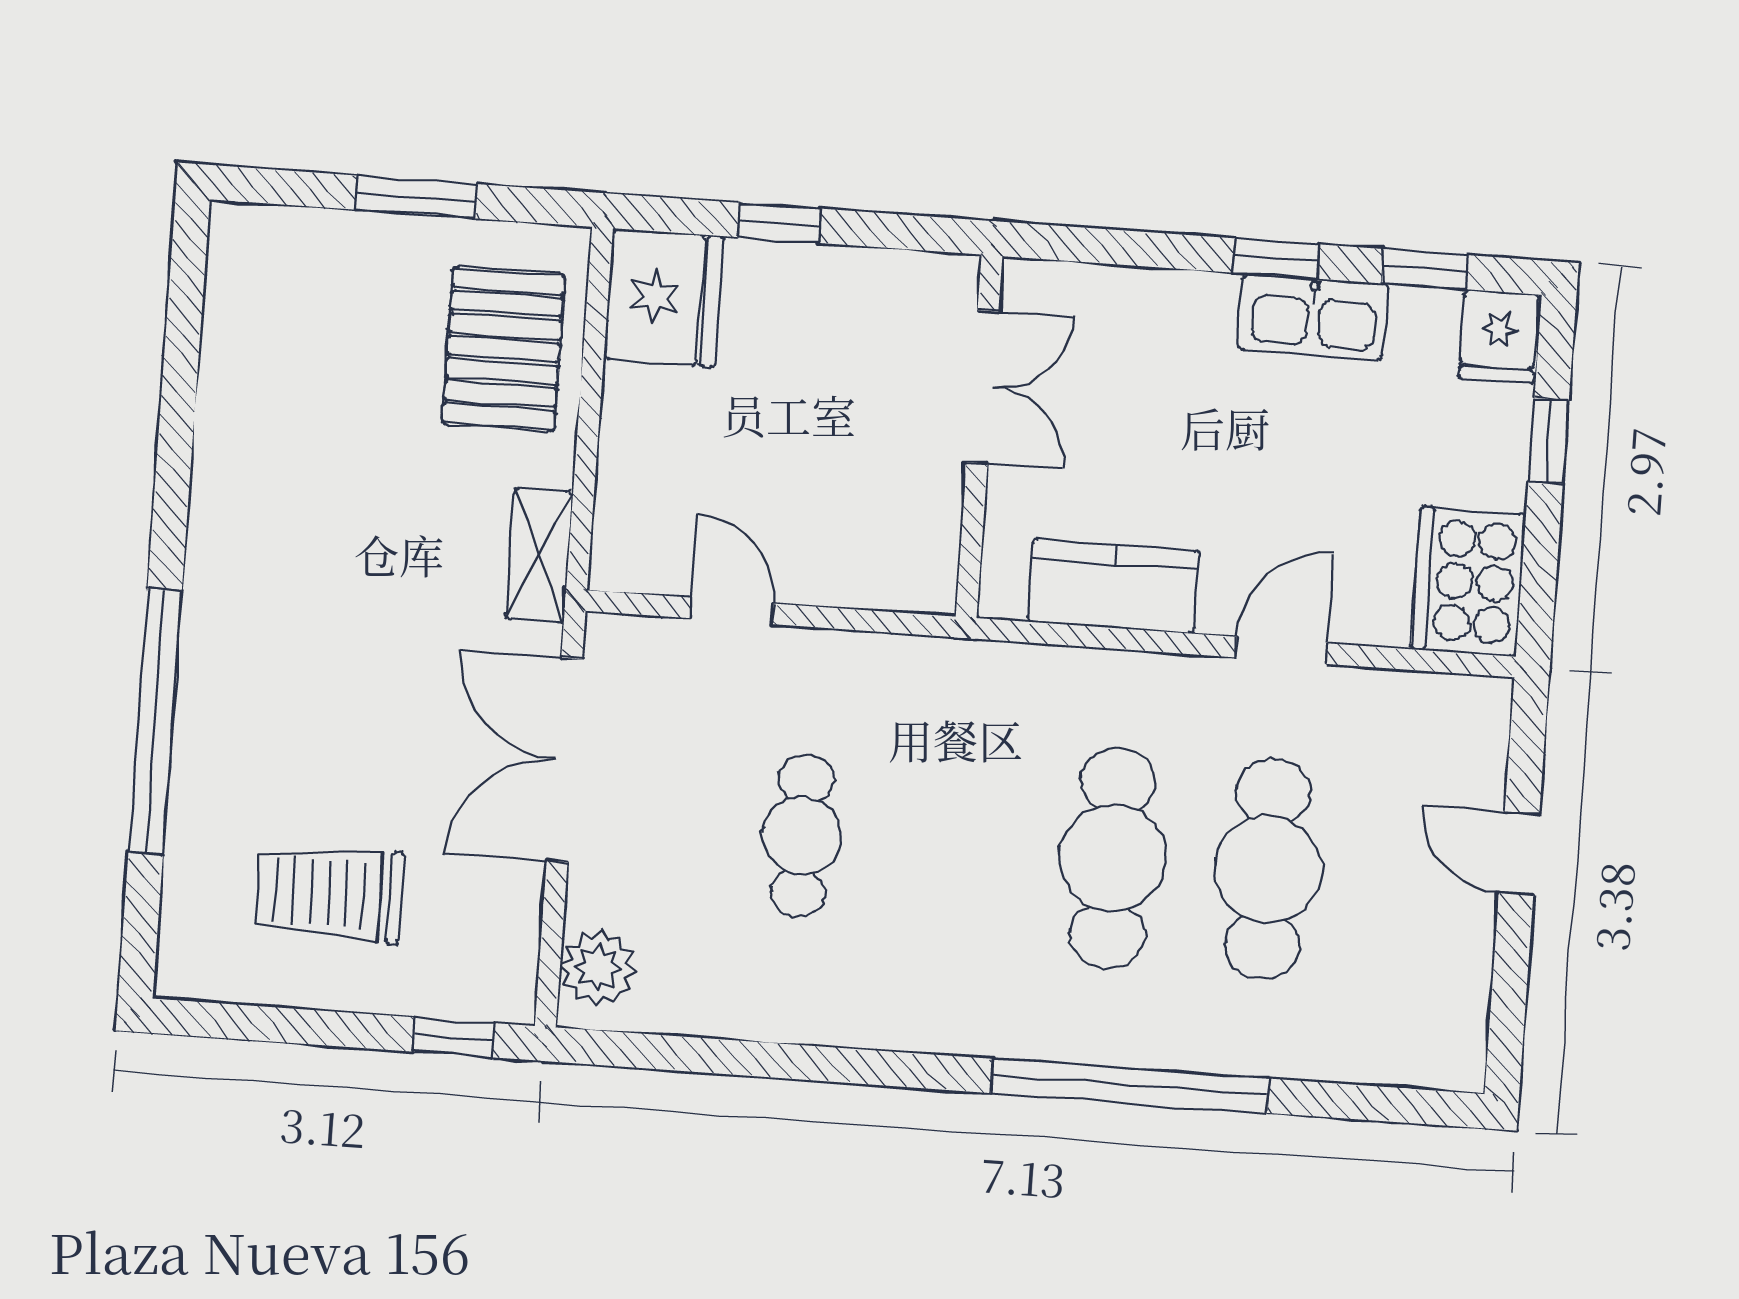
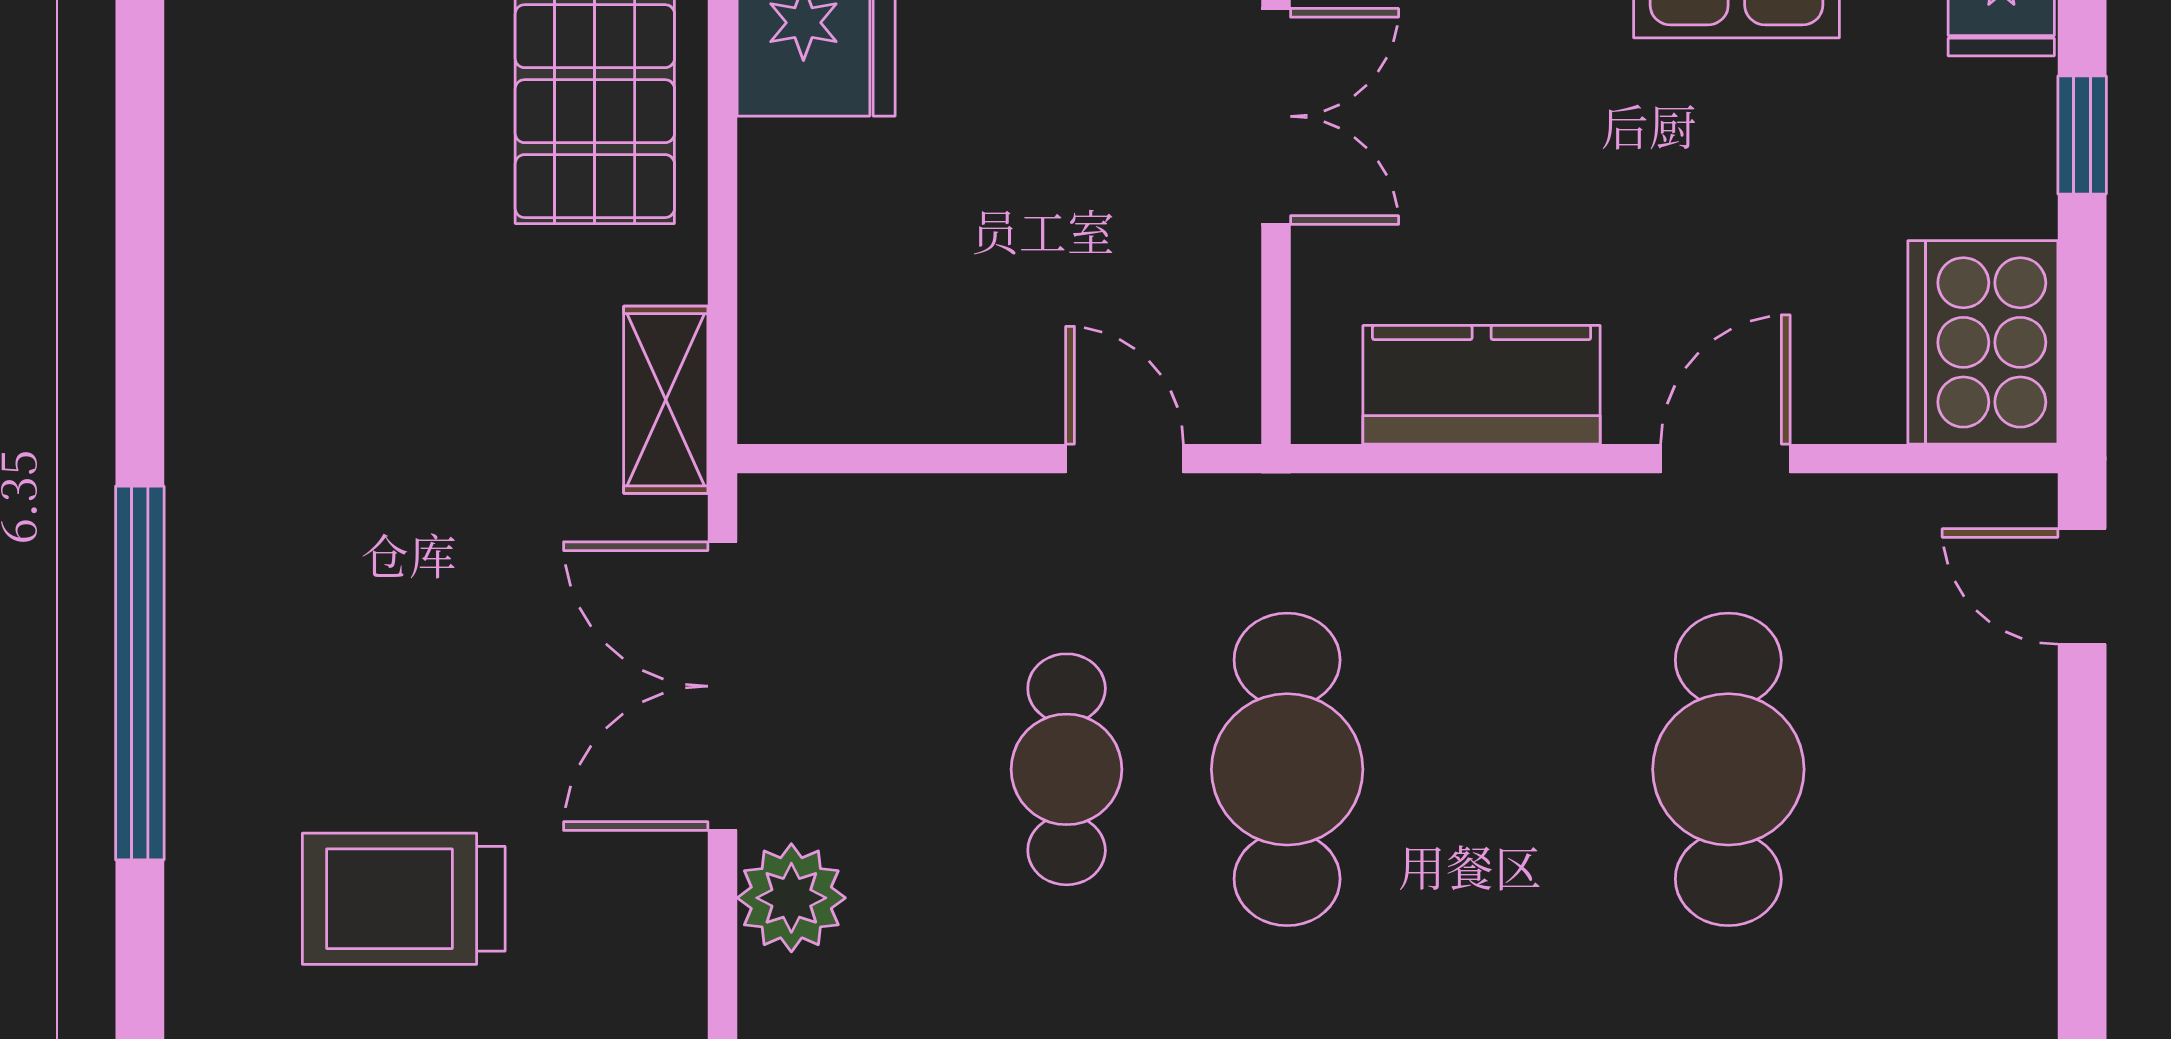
door: (732, 611) -> (1125, 459), moved
door: (1519, 853) -> (2082, 586), moved
cafe table: (1113, 858) -> (1287, 769), moved
plant: (598, 968) -> (791, 898), moved

